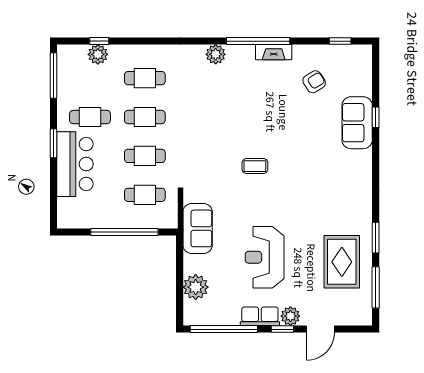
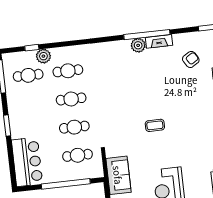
plant: (98, 54) -> (43, 56), moved
plant: (216, 54) -> (138, 45), moved
cafe table: (90, 117) -> (28, 75), moved
bar counter: (75, 164) -> (27, 162), moved

